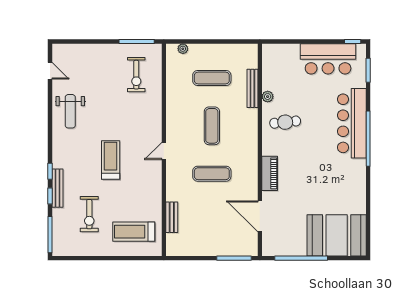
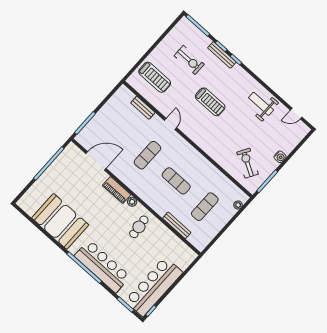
water cooler: (103, 50) -> (280, 157), added
bar counter: (328, 59) -> (154, 287), width x1.36
exercise bike: (136, 75) -> (247, 163), turned 30
plant: (268, 97) -> (132, 202), moved
door: (164, 151) -> (171, 124), moved
exercise bike: (89, 214) -> (189, 60), turned 180
treadmill: (134, 232) -> (155, 77), turned 90
booth: (337, 235) -> (60, 221), moved, turned 90

